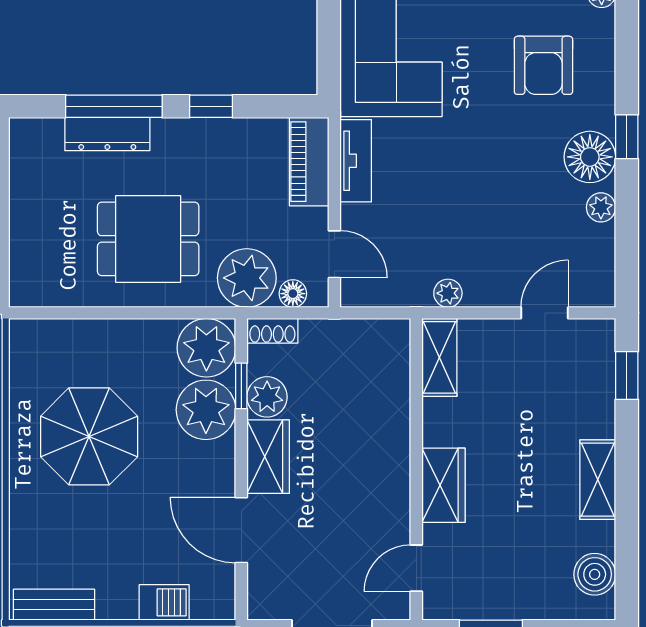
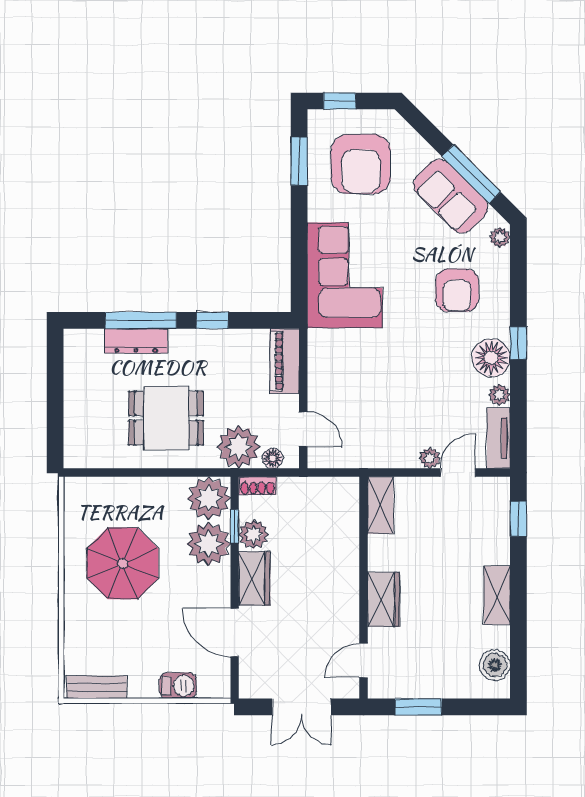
tv unit: (356, 161) -> (499, 438), moved, turned 180
plant: (448, 293) -> (430, 458), moved

